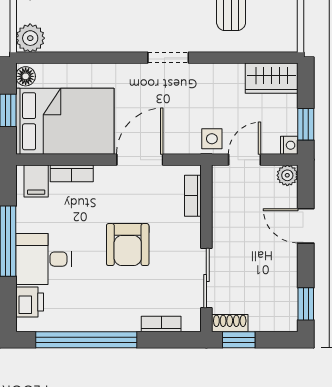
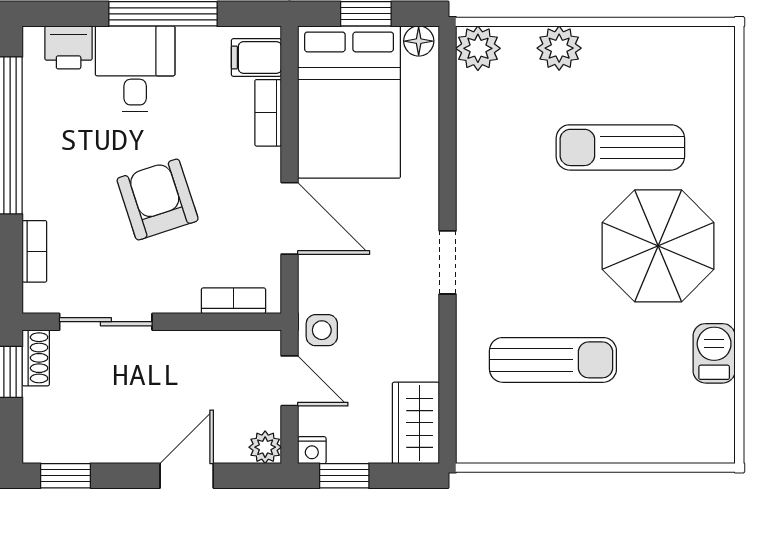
armchair: (128, 245) -> (158, 199), turned 72

